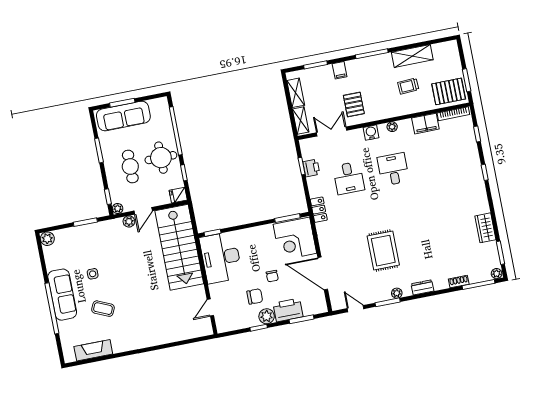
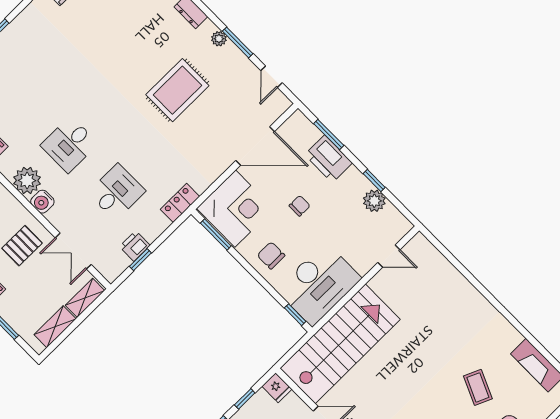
plant: (392, 127) -> (27, 180), width x1.88, depth x1.88
door: (323, 273) -> (255, 146), hinge flipped
chair: (255, 296) -> (271, 255), moved
plant: (267, 316) -> (374, 201), moved

